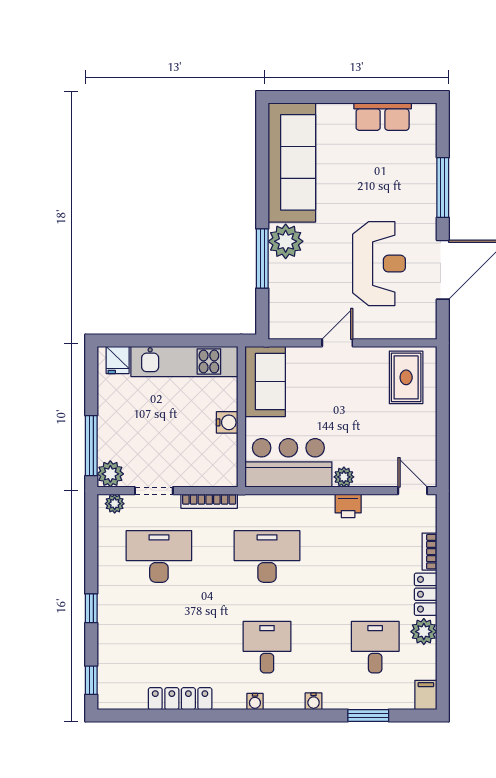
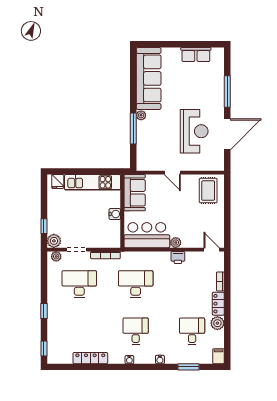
plant: (286, 241) -> (141, 115), width x0.53, depth x0.53
door: (337, 343) -> (172, 173), swing flipped
window: (91, 446) -> (44, 226), width x0.46

